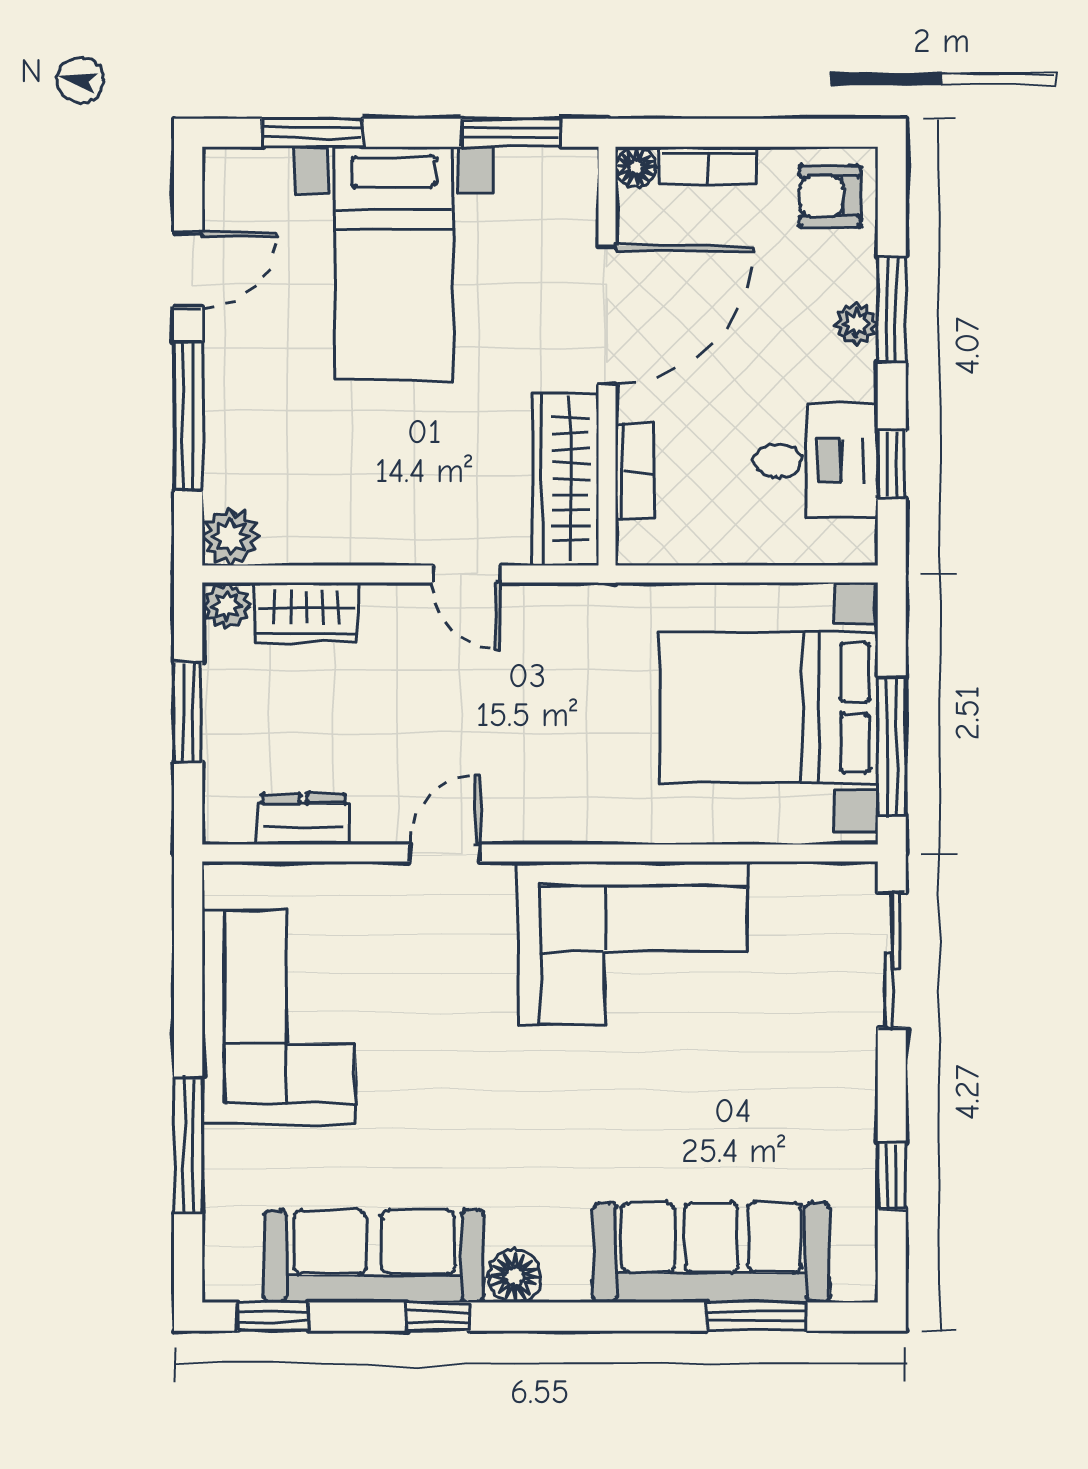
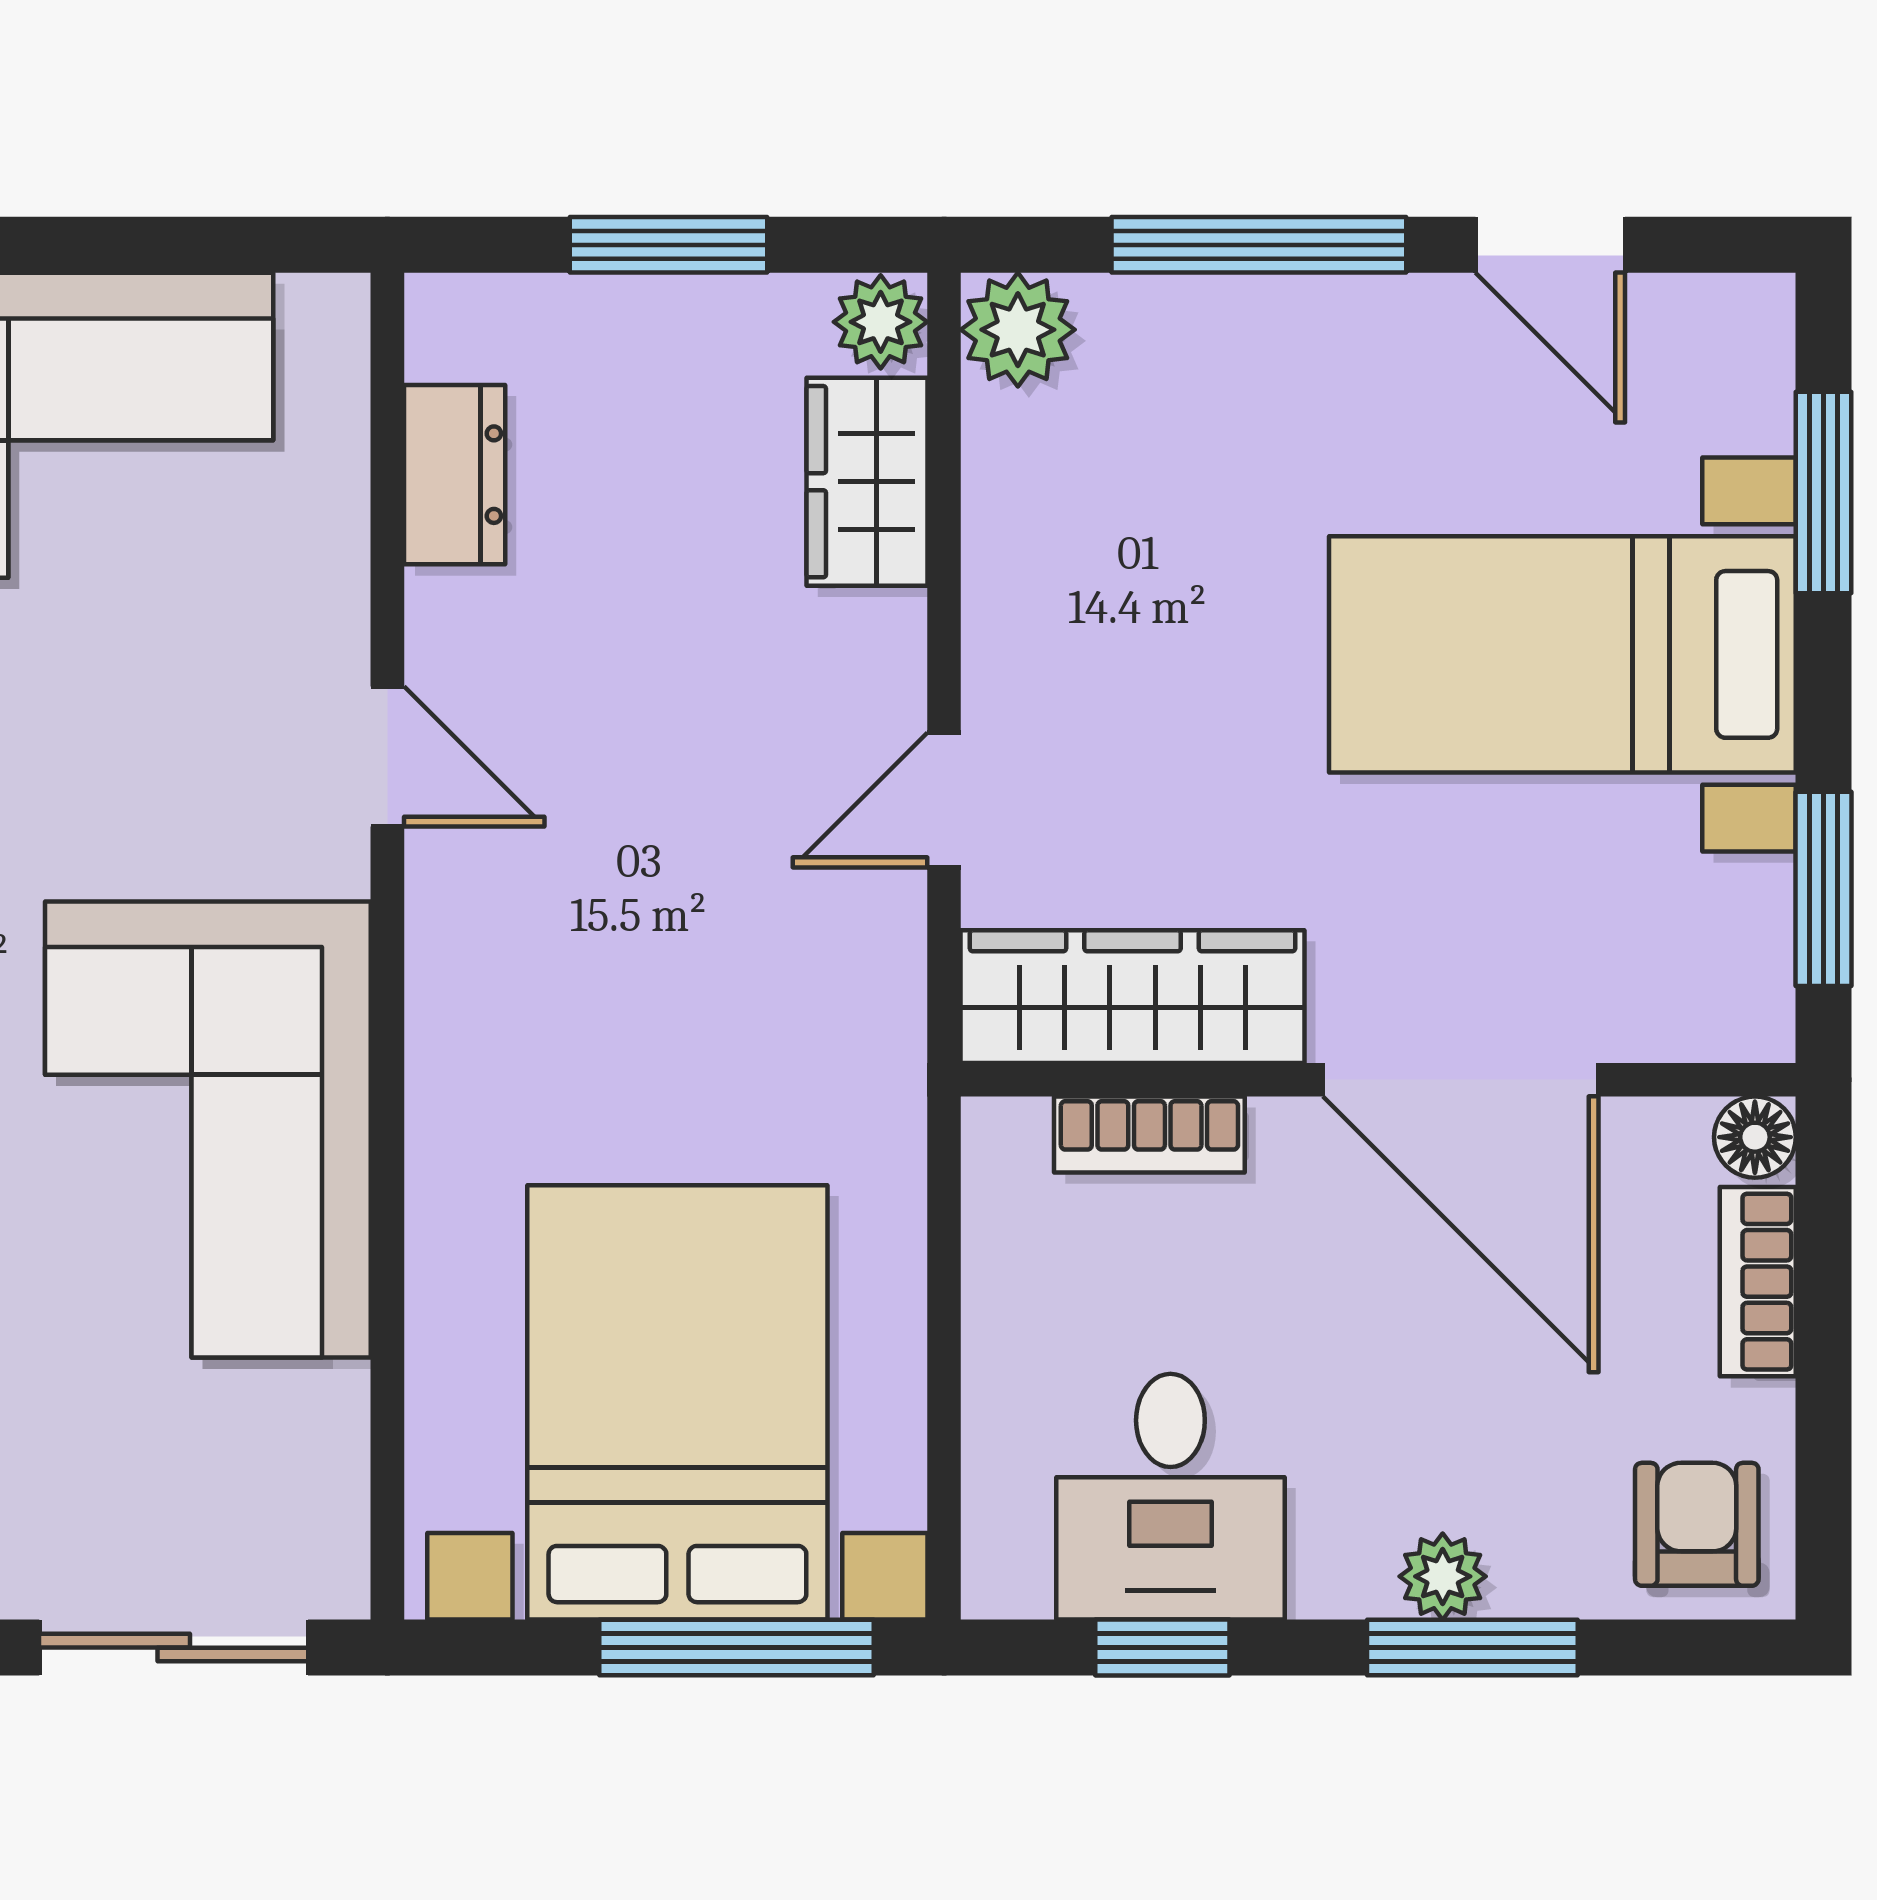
window: (892, 746) -> (736, 1648), moved

